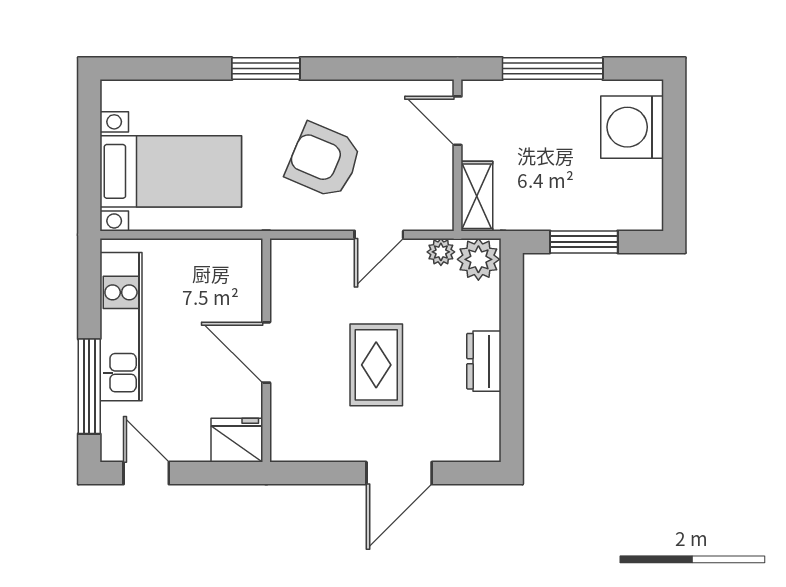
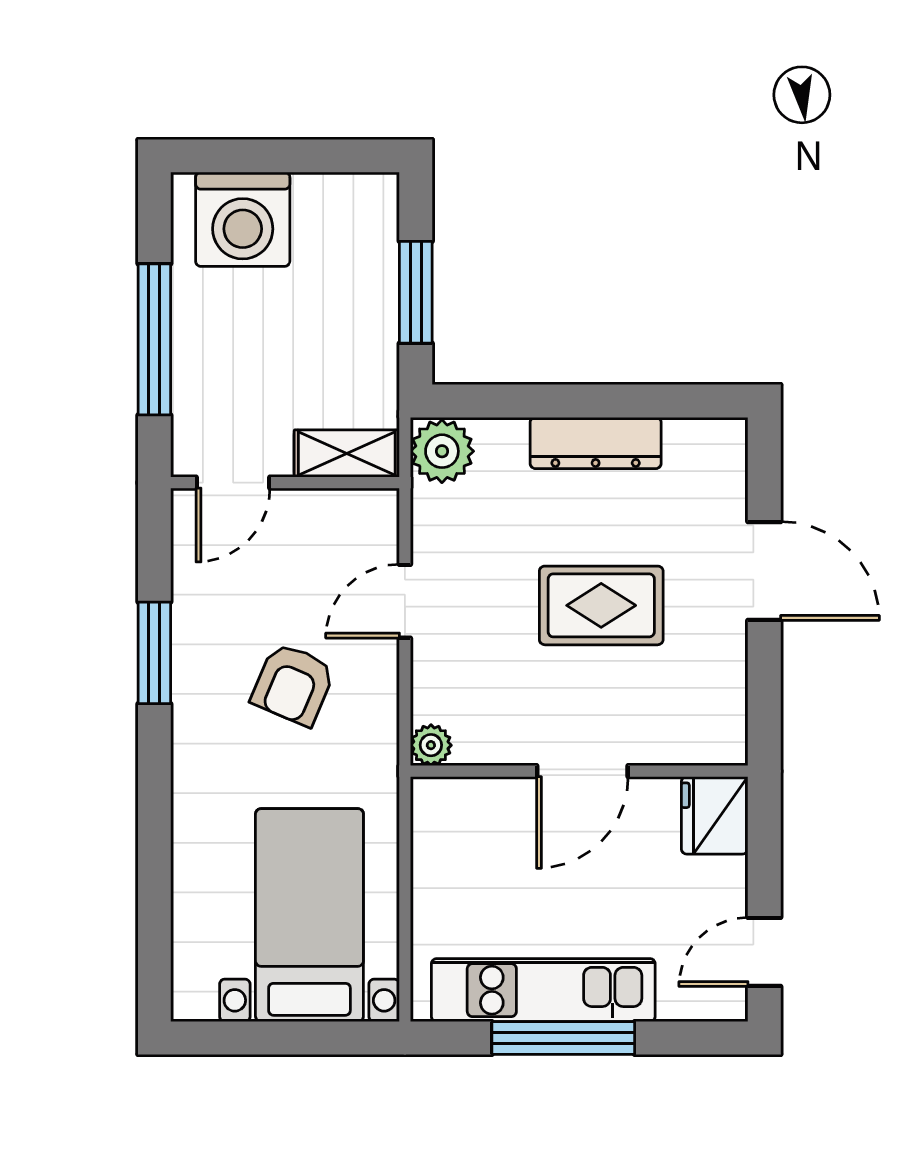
window: (266, 69) -> (154, 653), moved
armchair: (324, 161) -> (293, 684), width x0.72, depth x0.72
door: (379, 235) -> (405, 601), swing flipped
plant: (441, 252) -> (431, 745), moved
dresser: (484, 361) -> (596, 443), width x1.44
window: (89, 386) -> (563, 1038), moved

